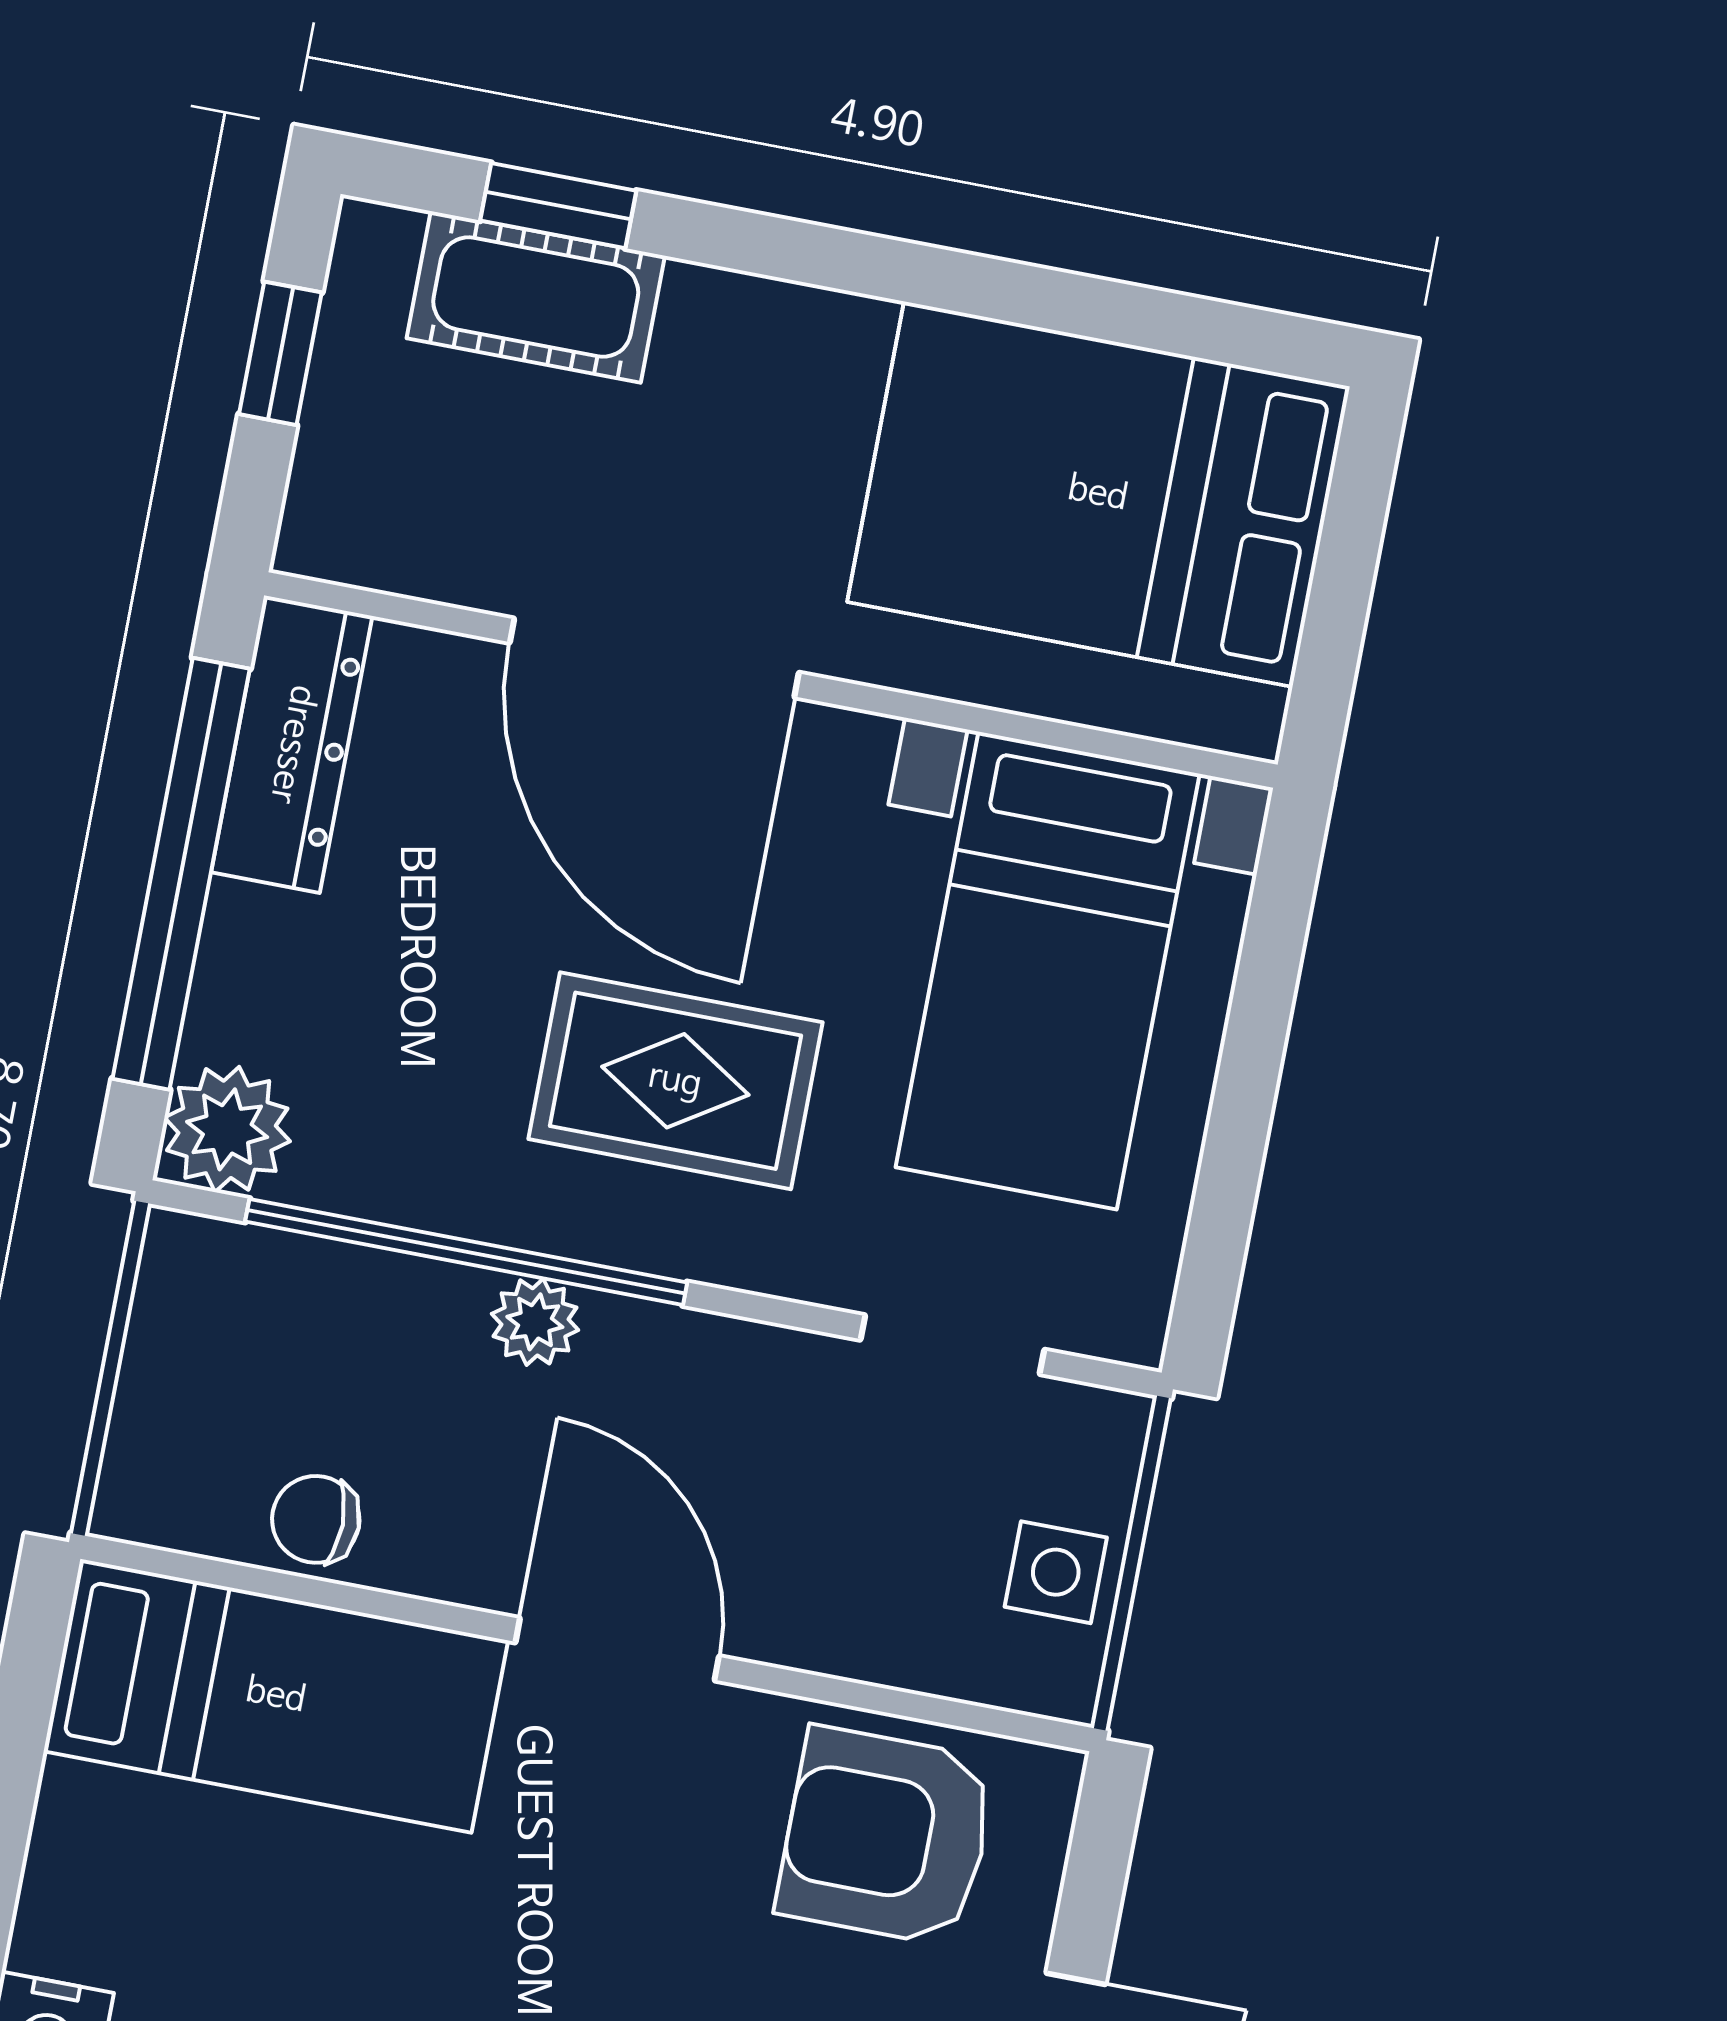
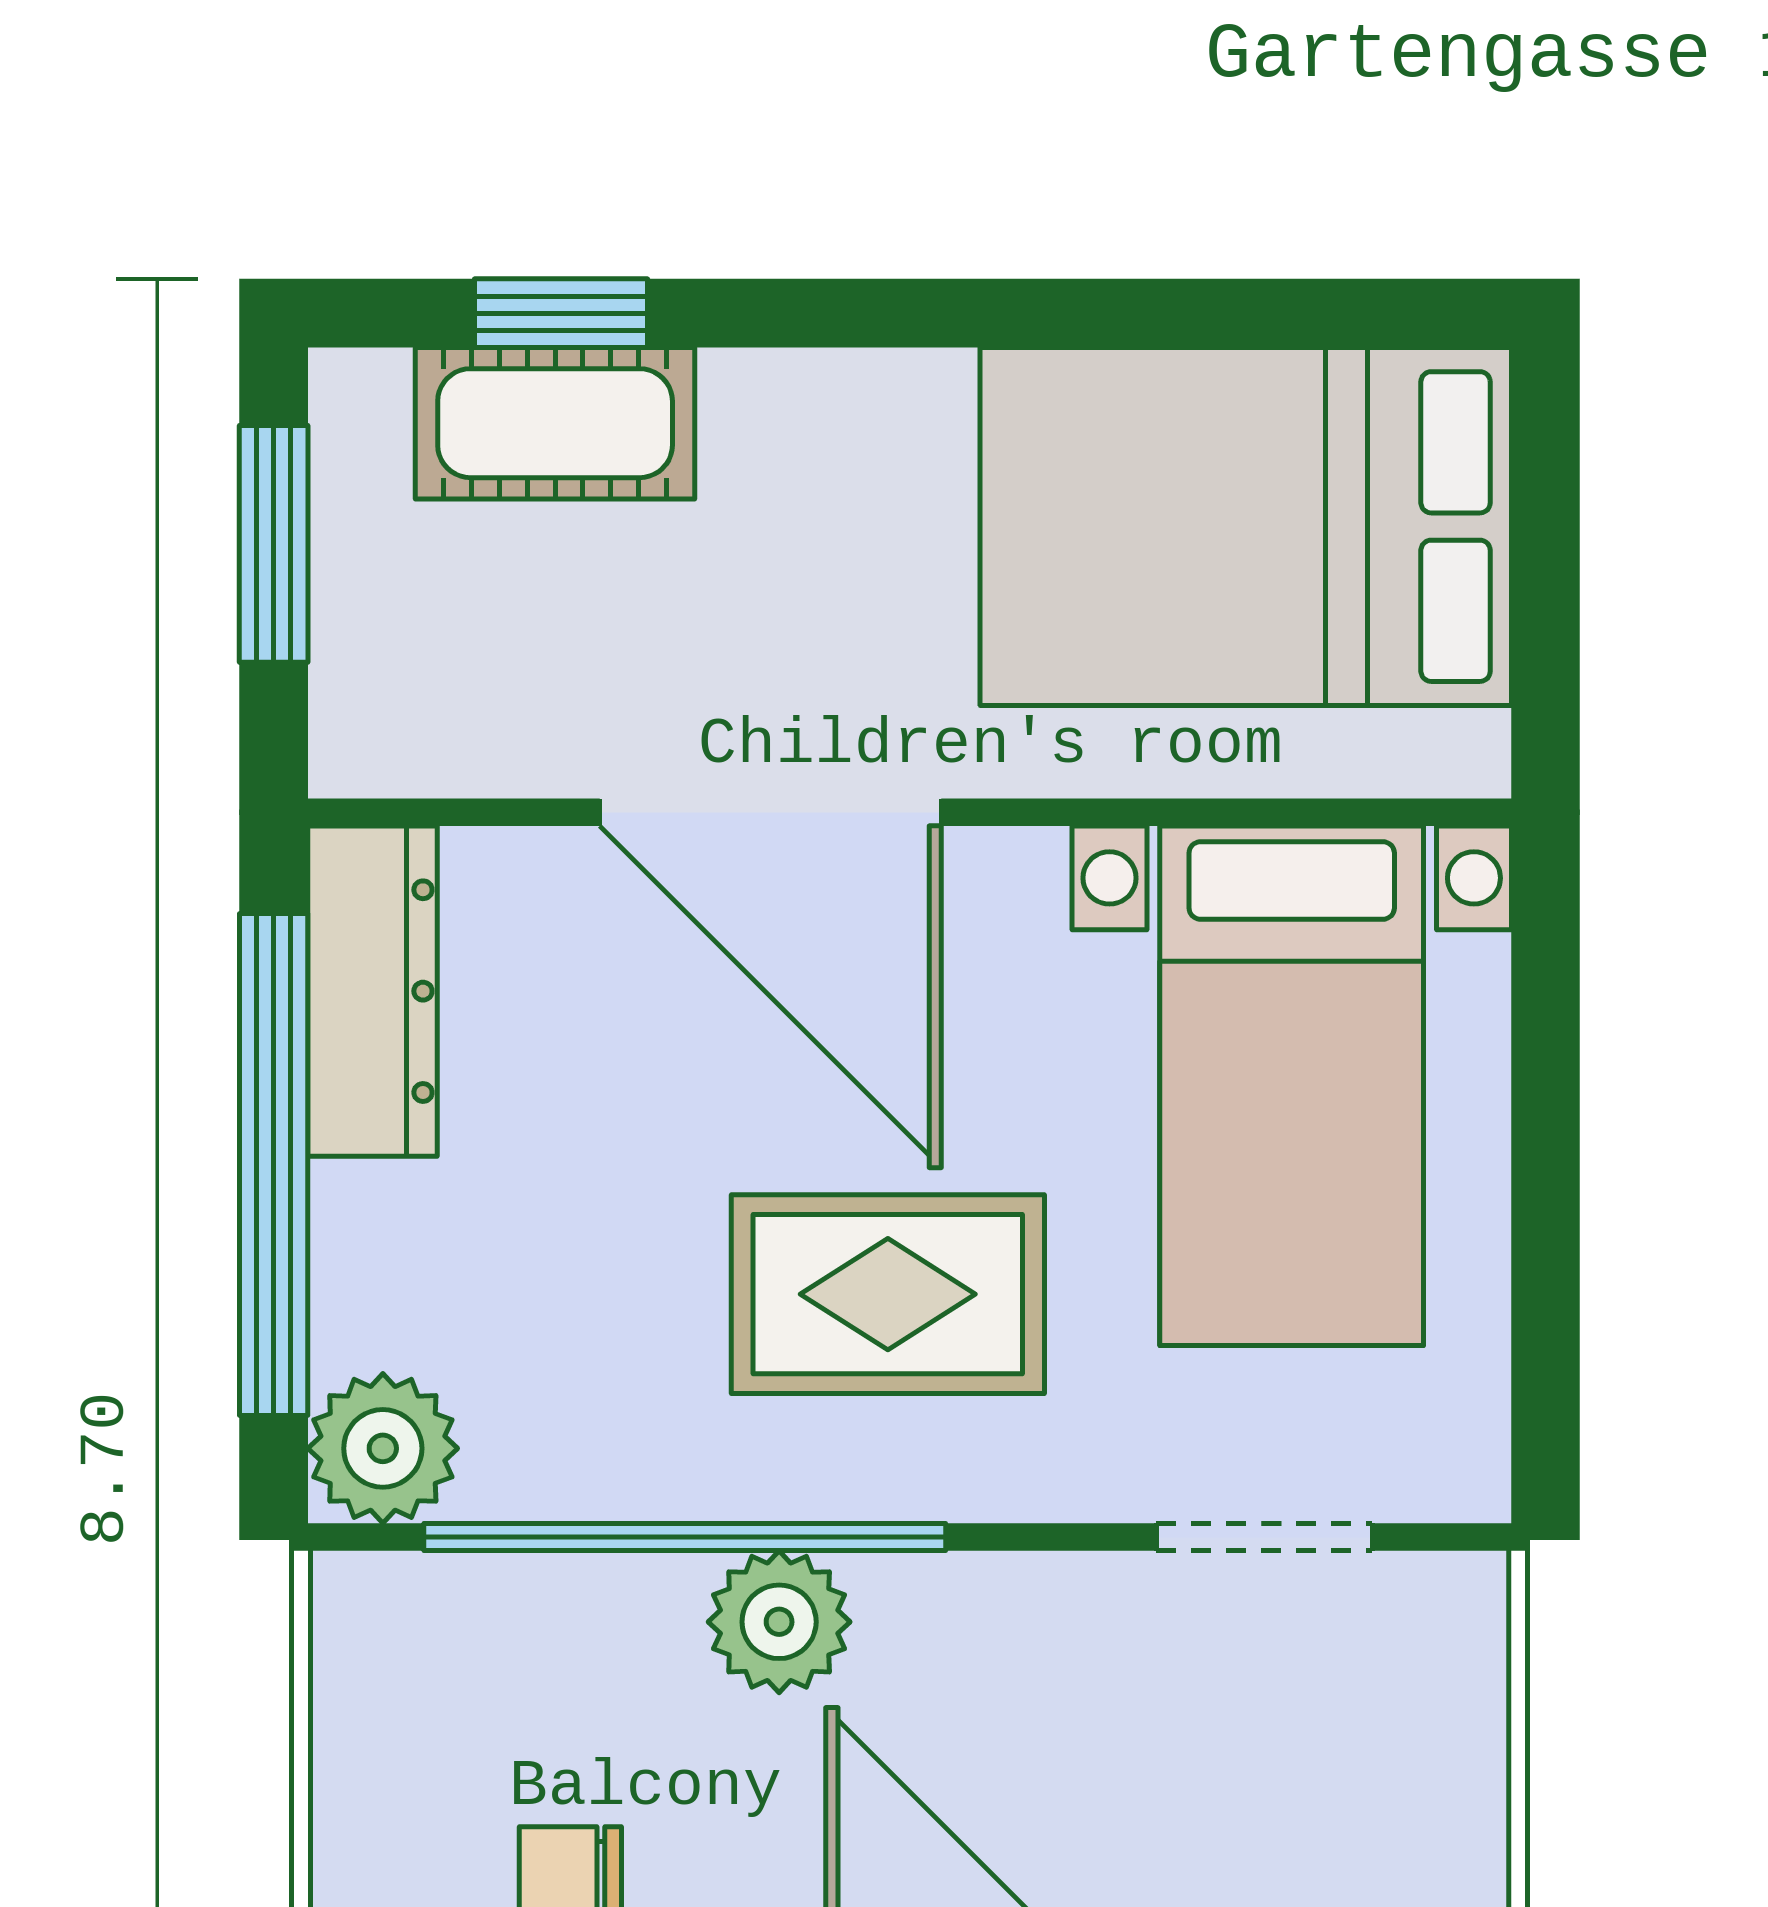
window: (280, 353) -> (274, 544), width x1.50
plant: (535, 1322) -> (779, 1622), width x1.38, depth x1.38
side table: (1056, 1572) -> (1433, 1776), removed

